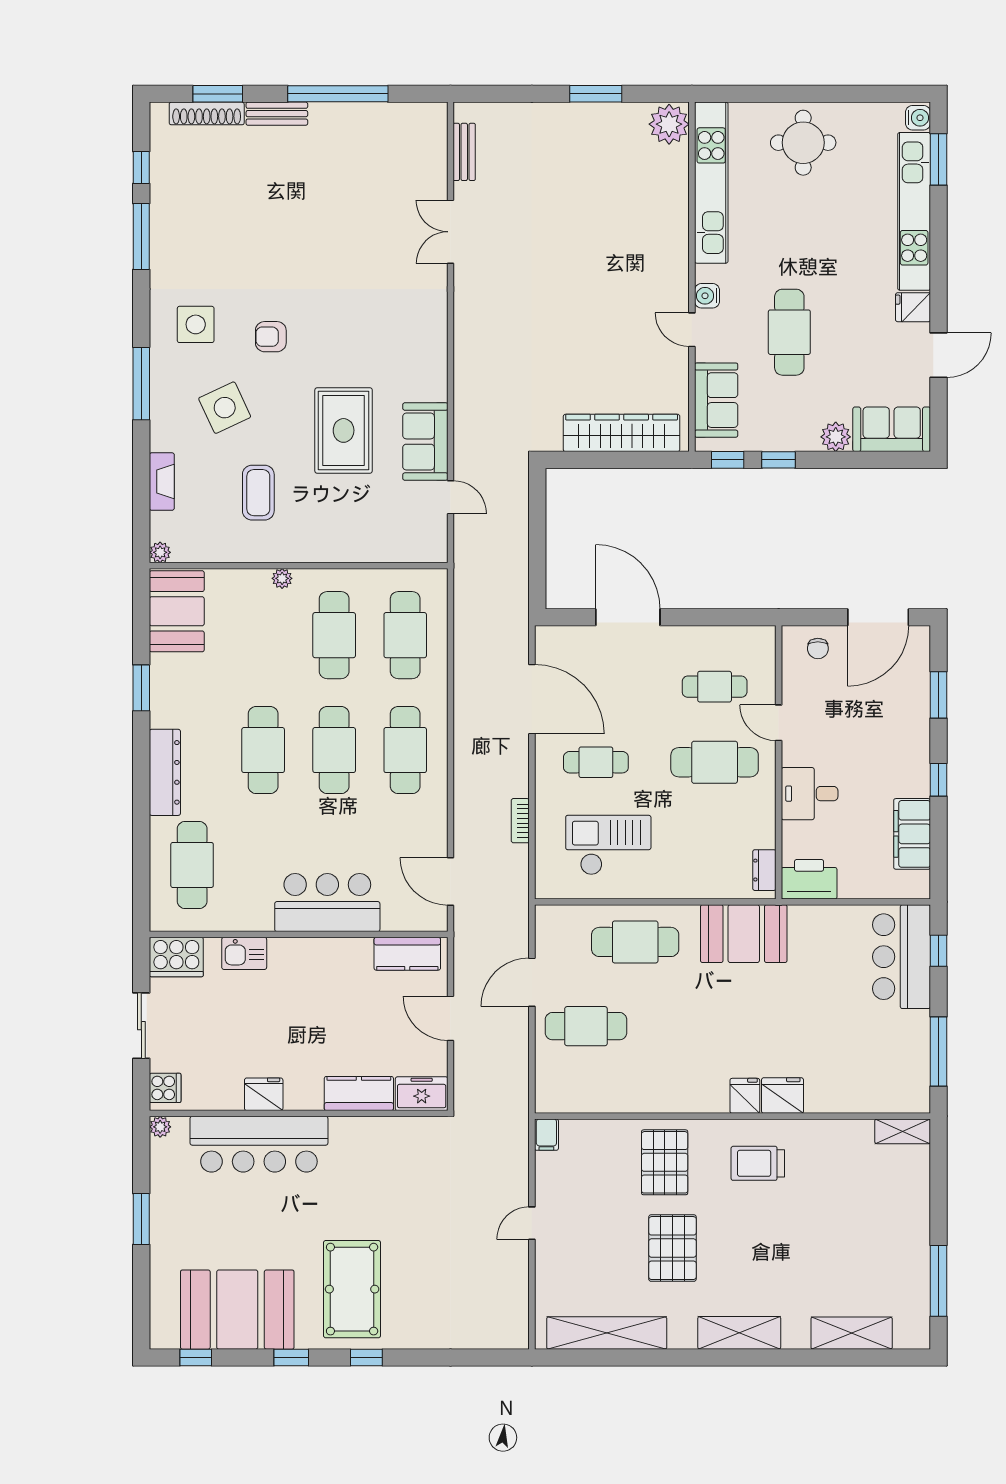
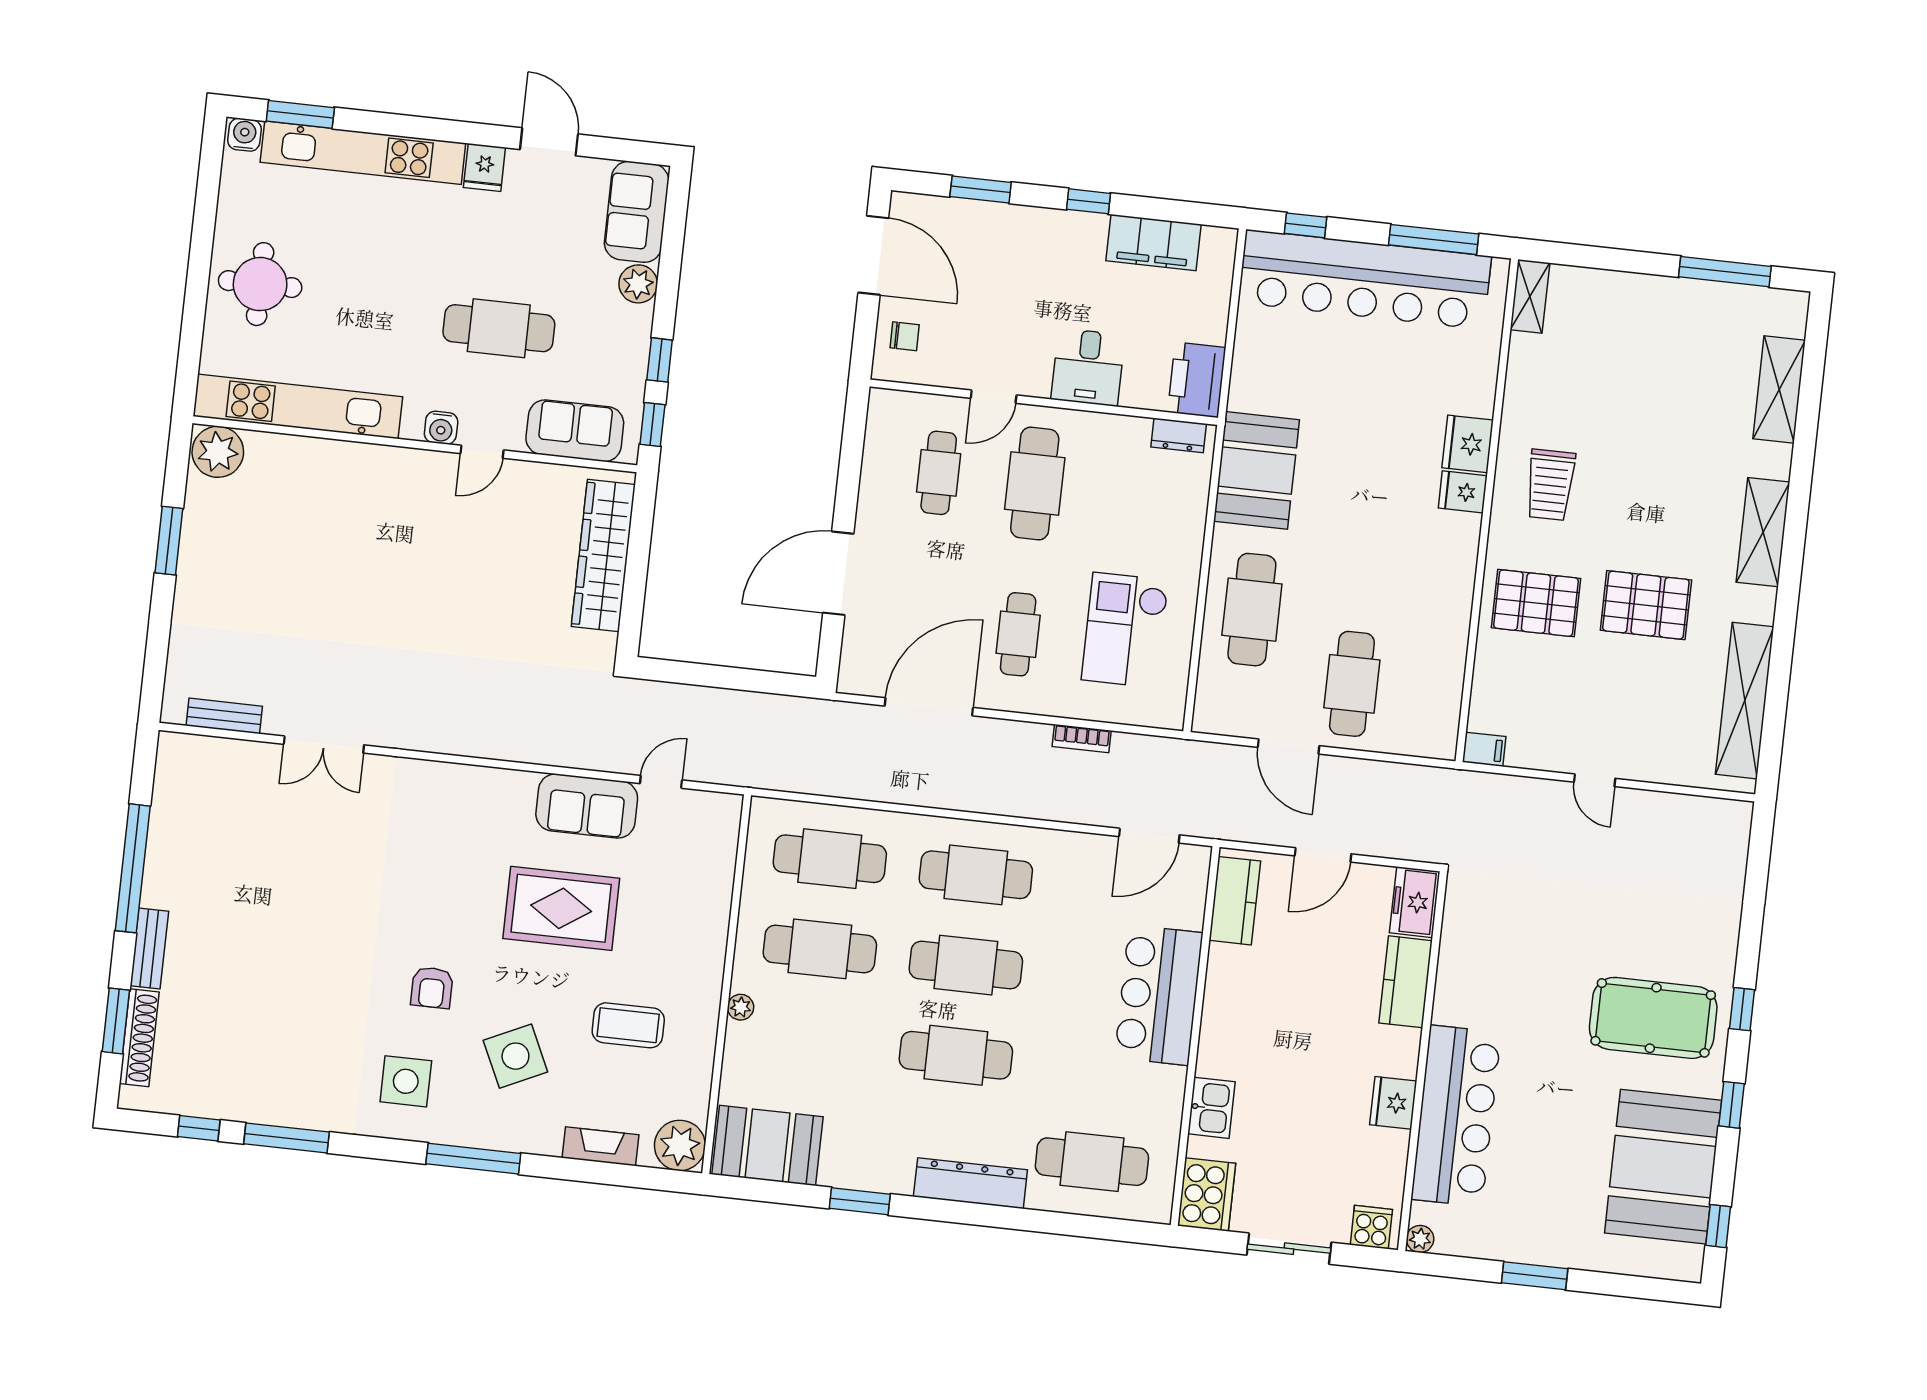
plant: (160, 552) -> (680, 1145), width x1.88, depth x1.88
bar counter: (902, 957) -> (1365, 279), width x1.86

